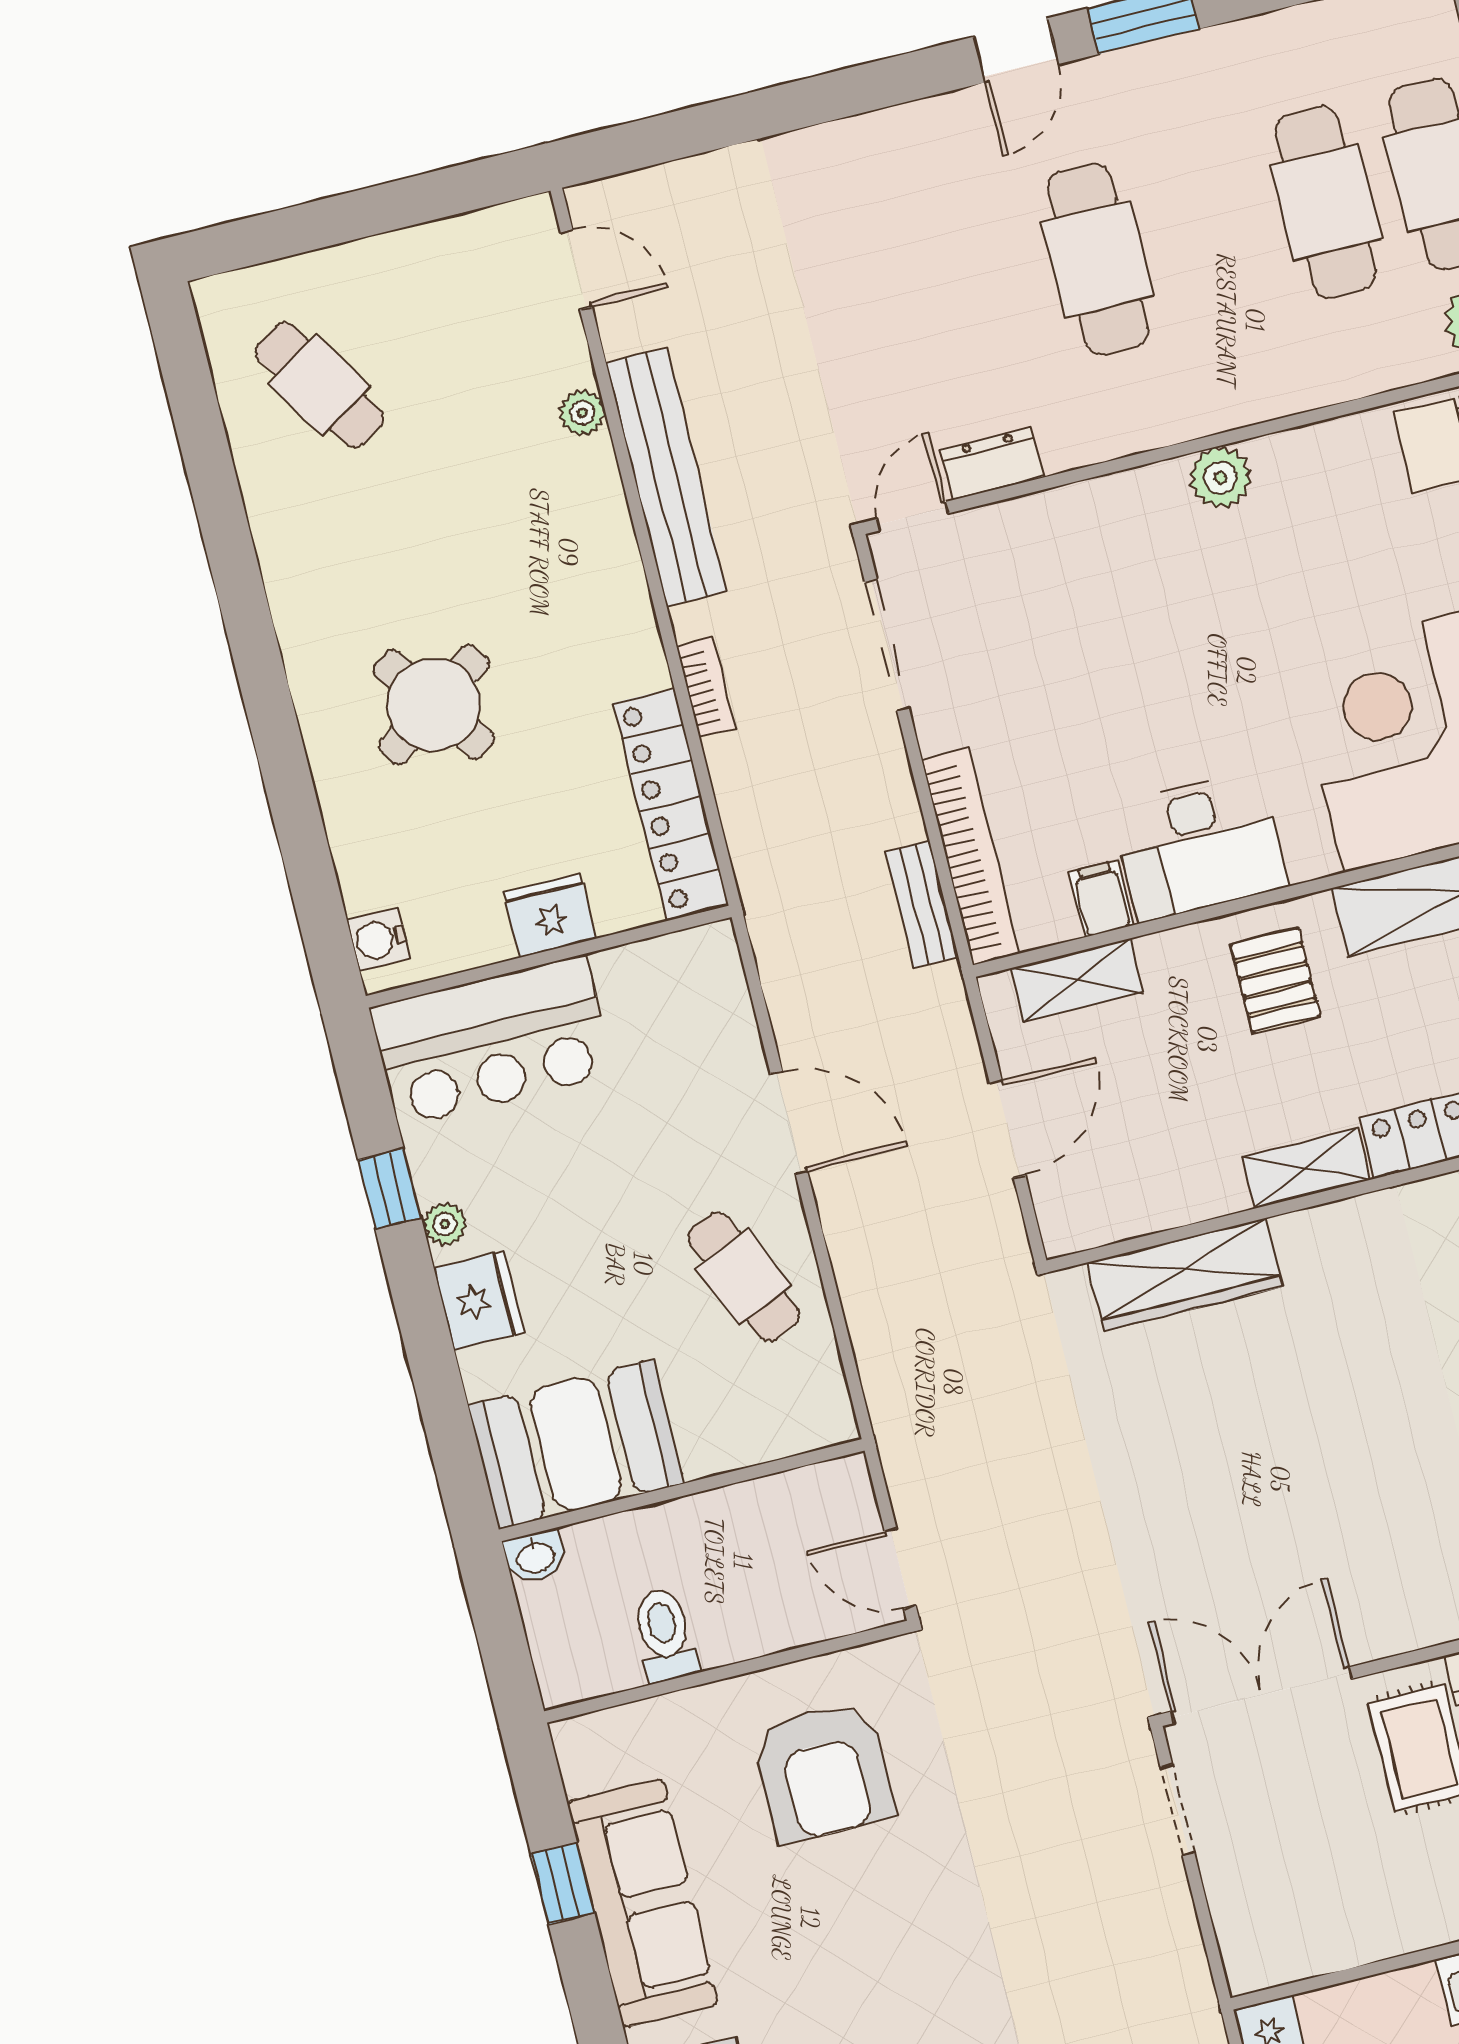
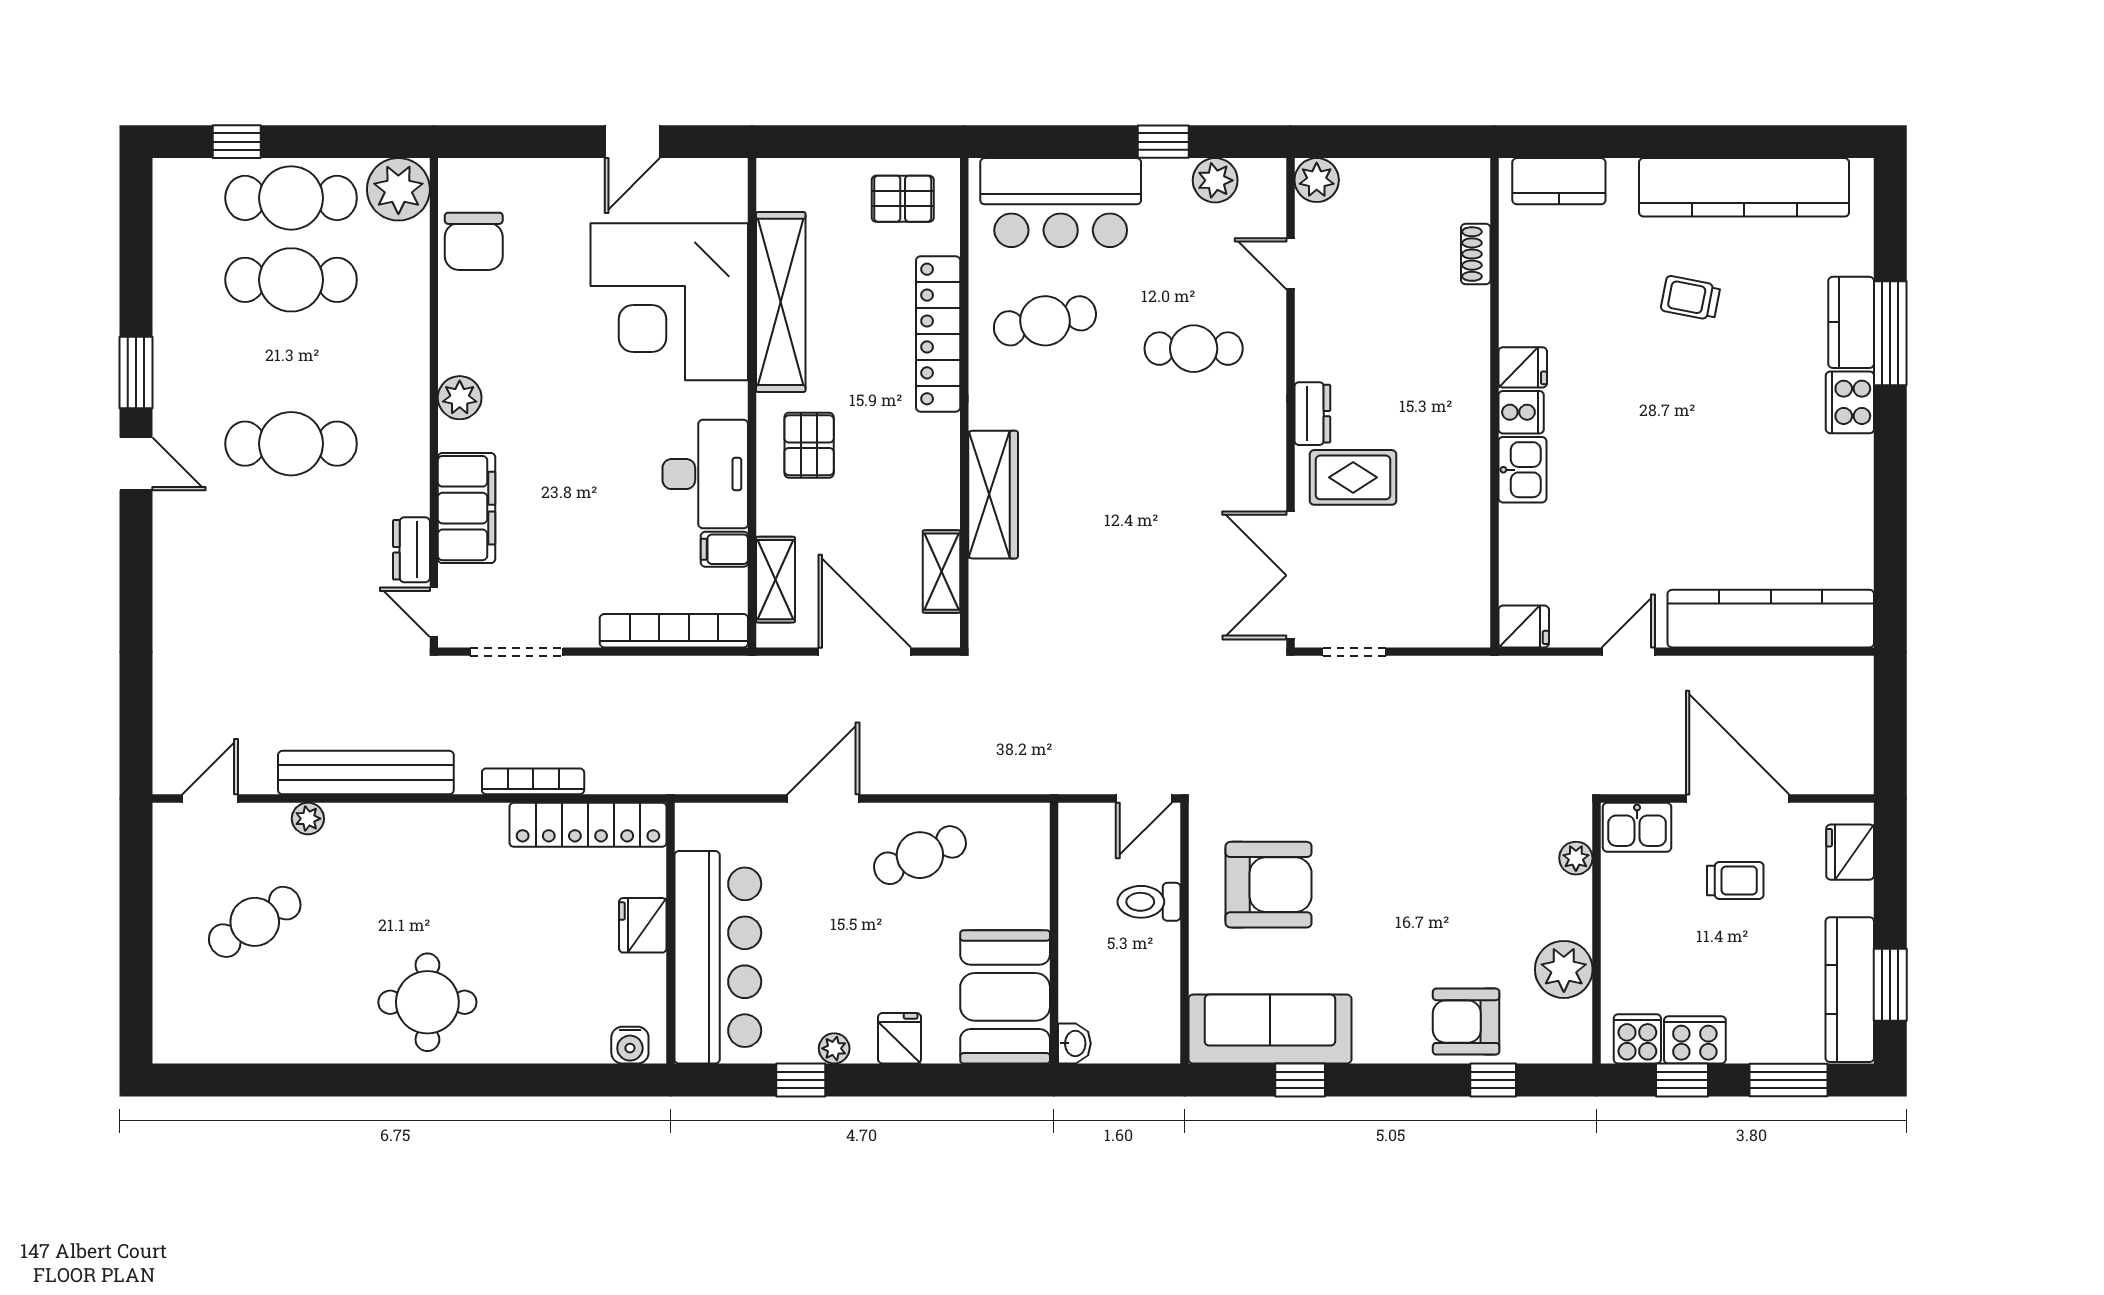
cafe table: (319, 385) -> (255, 922), moved
filing cabinet: (1069, 525) -> (467, 508), added
bookcase: (706, 687) -> (533, 781), width x1.56
round table: (434, 705) -> (427, 1002), moved, turned 35
bench: (922, 904) -> (698, 672), removed
pallet: (1275, 980) -> (809, 445), turned 90
bar counter: (492, 1041) -> (718, 957), width x1.36
door: (1008, 1129) -> (865, 652), width x1.36
shelving: (1306, 1168) -> (942, 572), moved
wardrobe: (1185, 1275) -> (993, 495), moved
fridge: (479, 1300) -> (899, 1038), width x0.72
toilet: (665, 1635) -> (1149, 902), moved
sofa: (643, 1903) -> (1270, 1029), moved

